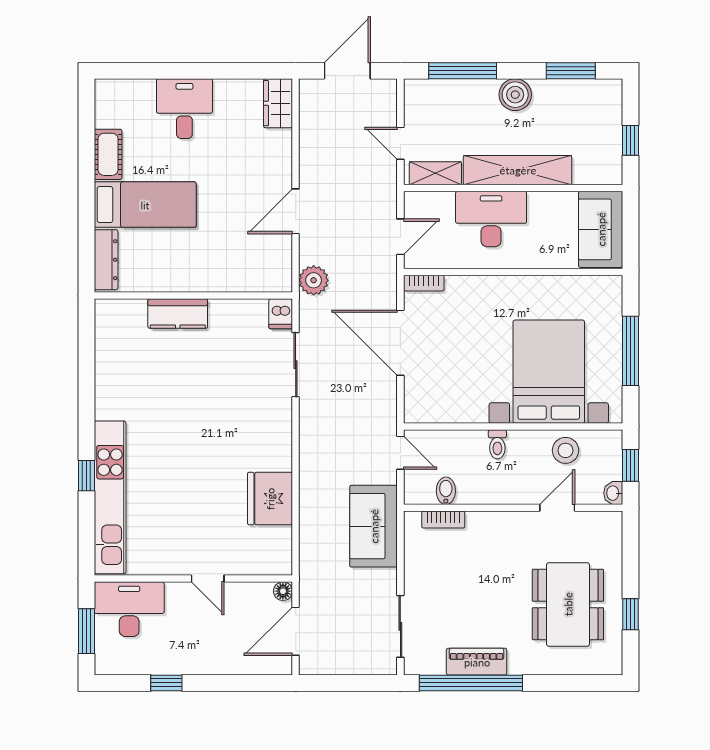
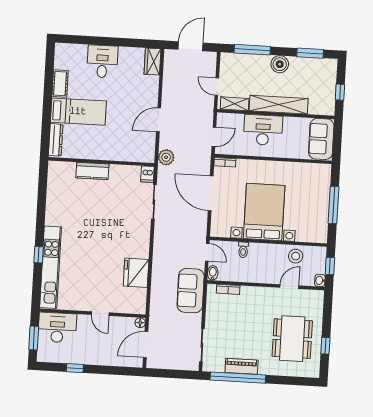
bed with nightstands: (549, 372) -> (264, 212), moved
toilet: (497, 444) -> (243, 250), moved
bidet: (446, 491) -> (213, 273), moved

